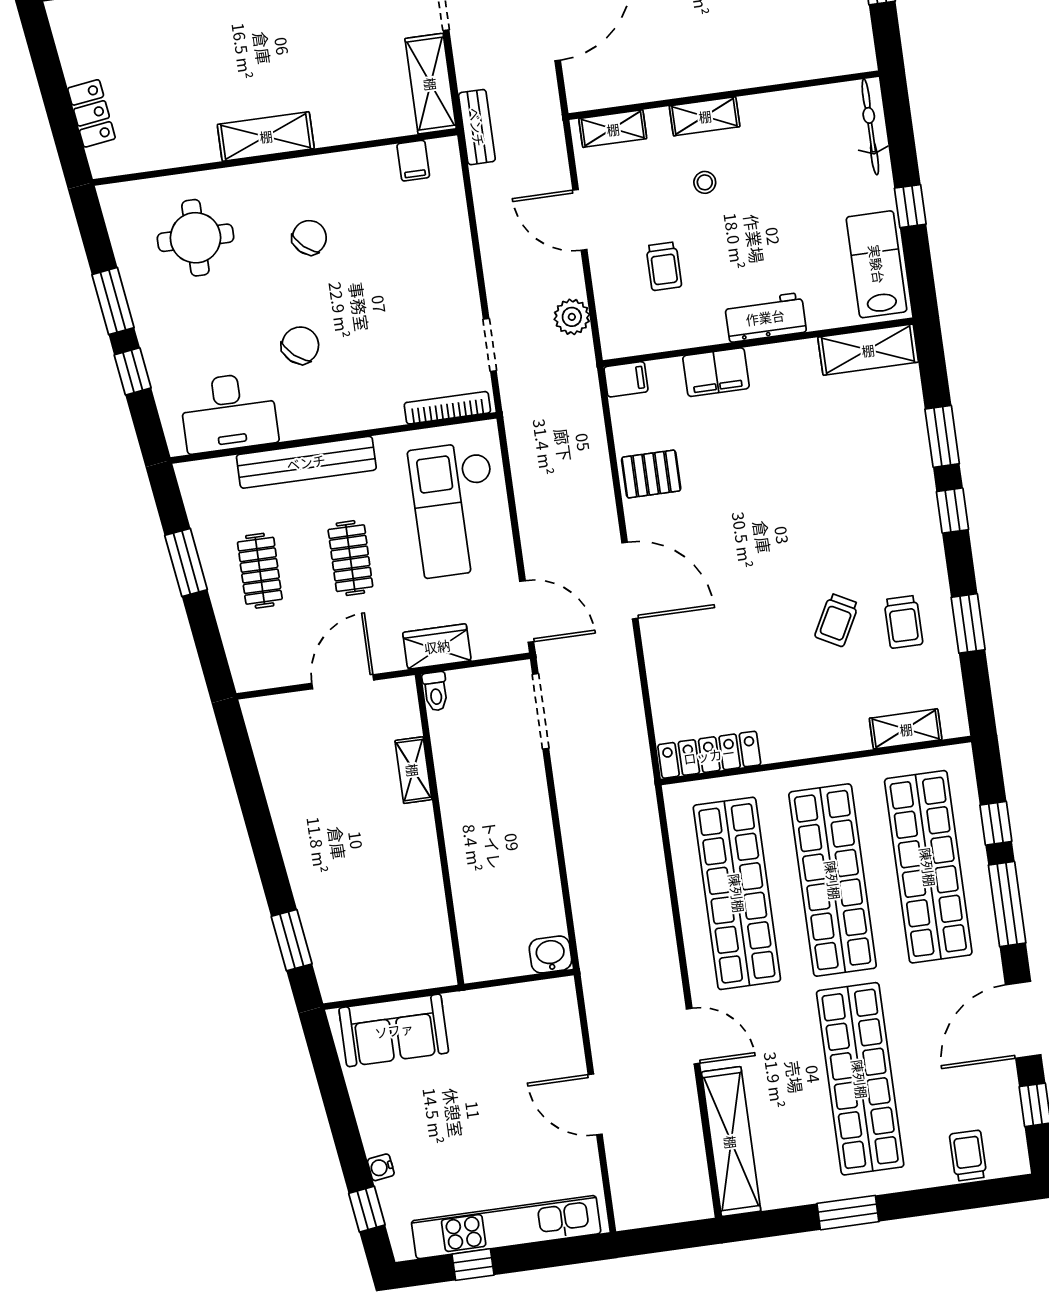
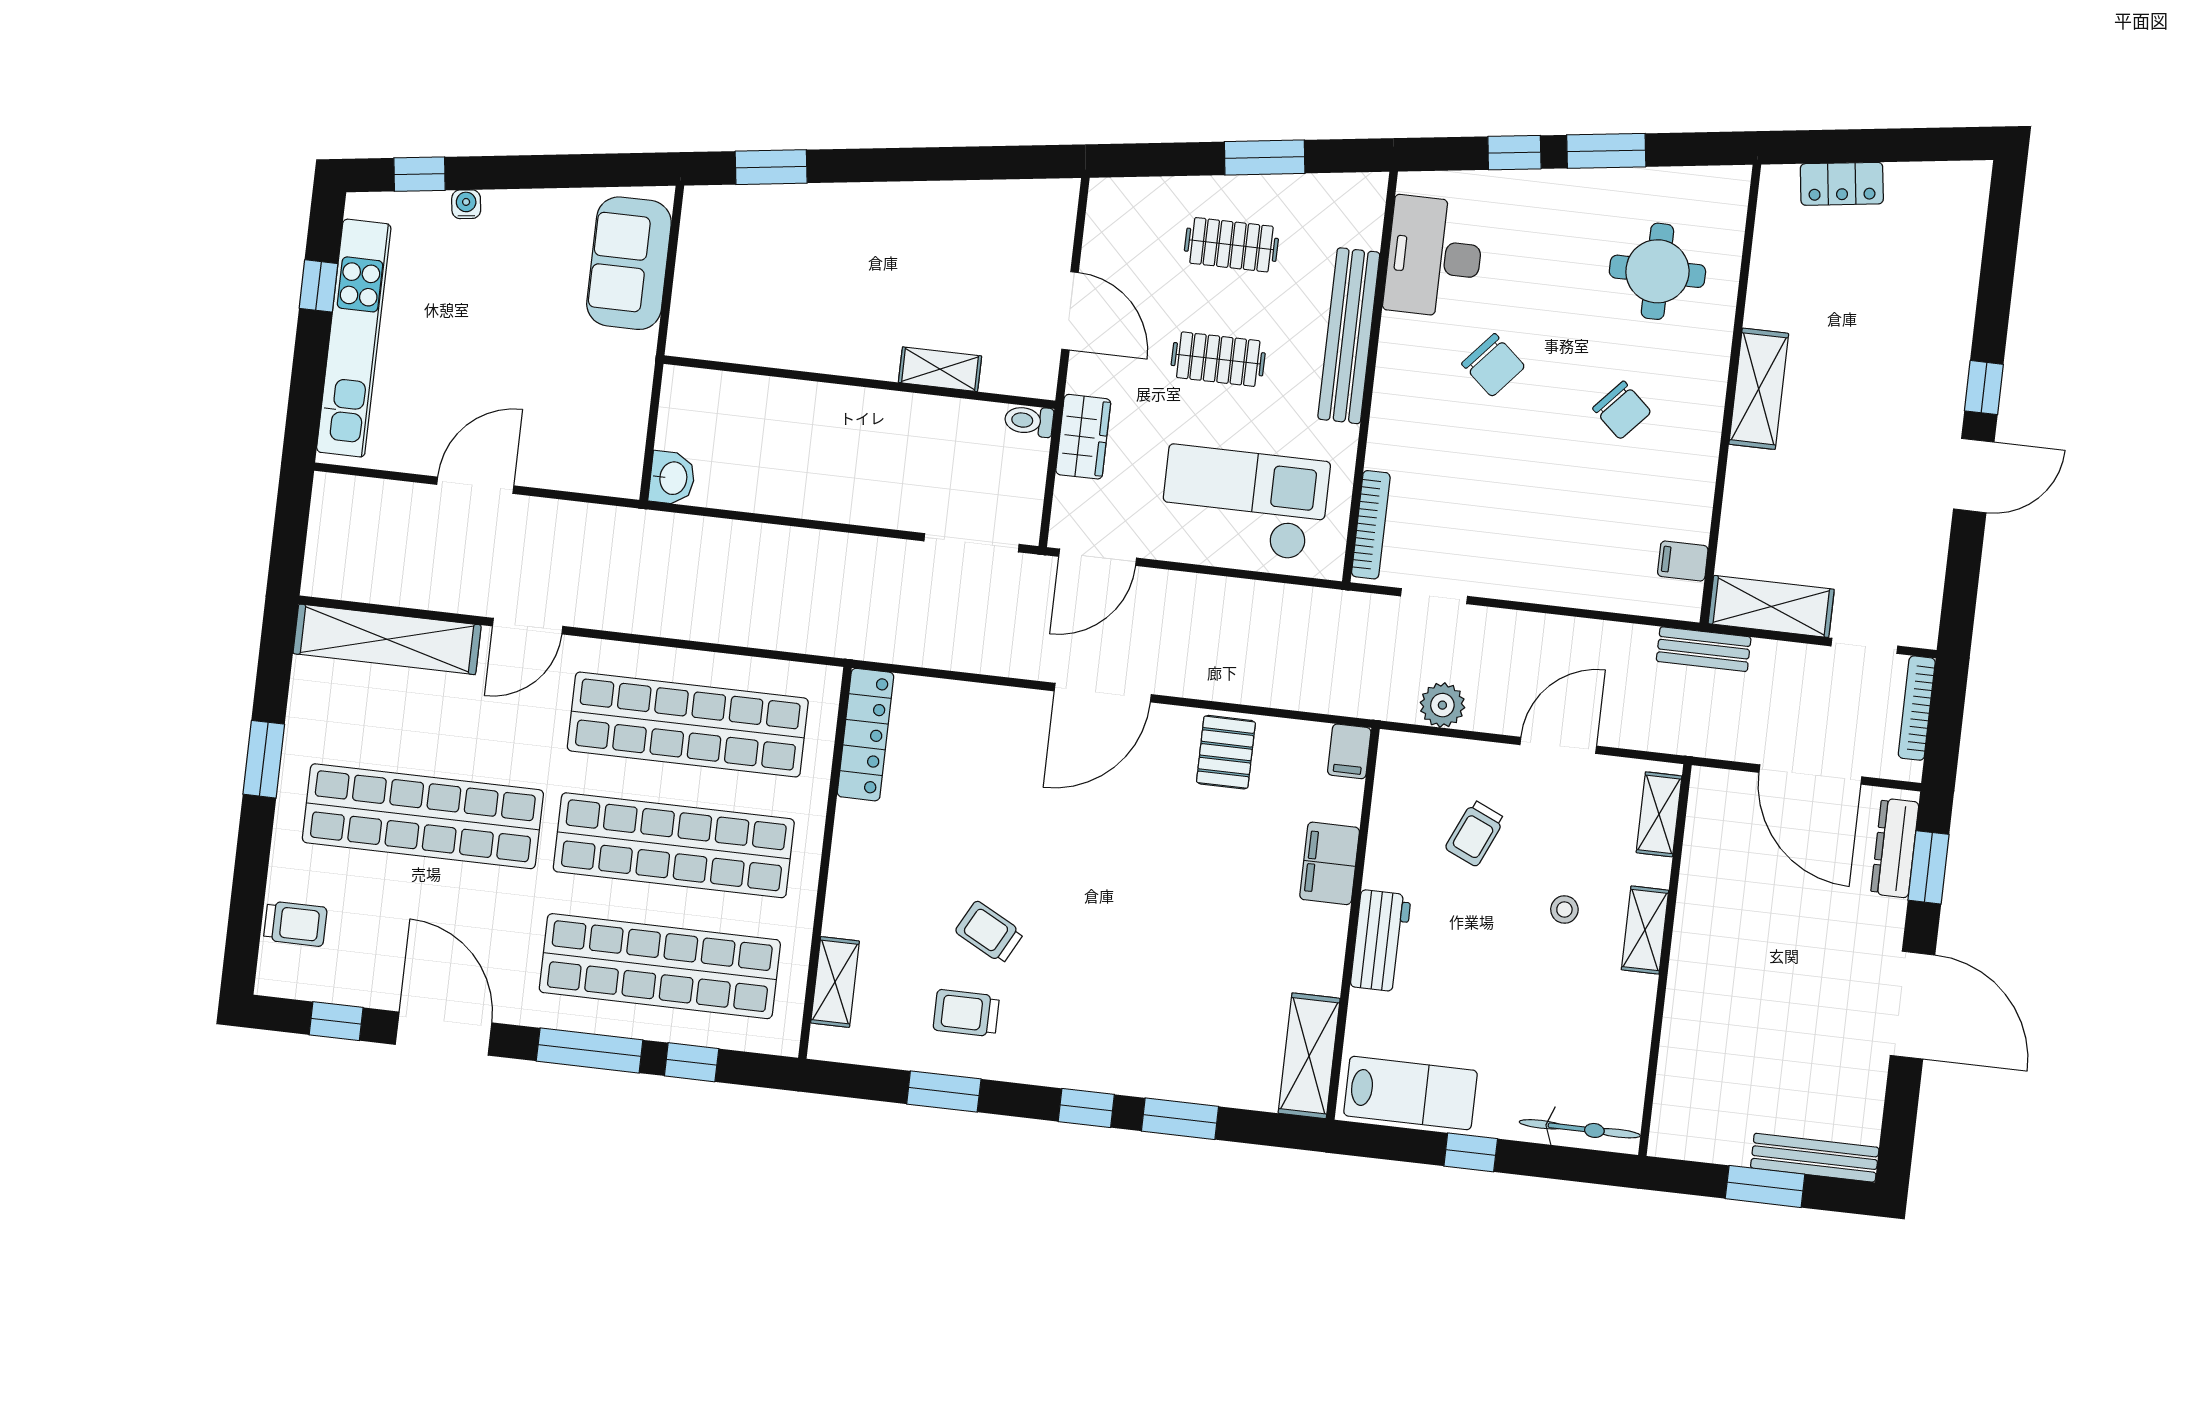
trolley: (664, 266) -> (1475, 833), turned -66

